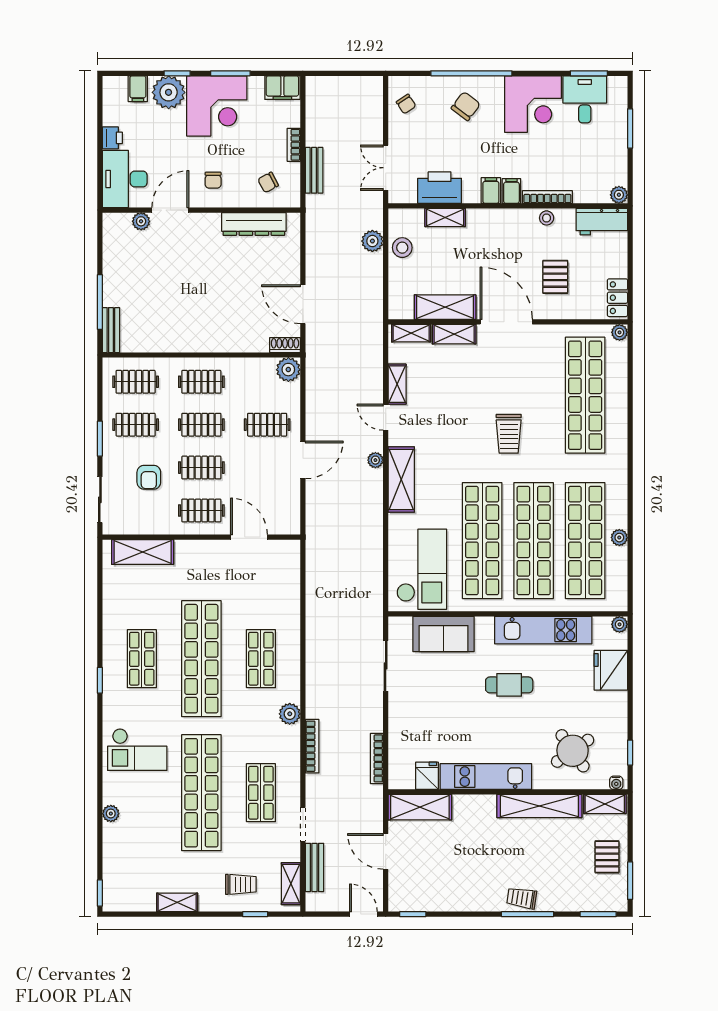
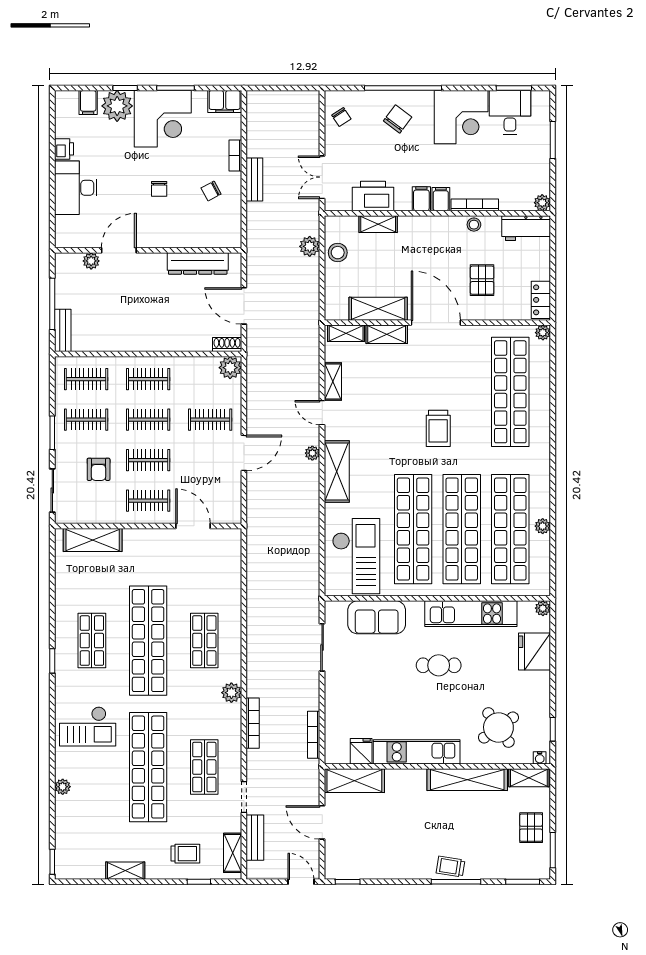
door: (170, 210) -> (119, 250), moved
wall: (201, 210) -> (148, 250), moved
plant: (141, 221) -> (91, 261), moved
dresser: (254, 224) -> (198, 263), moved

